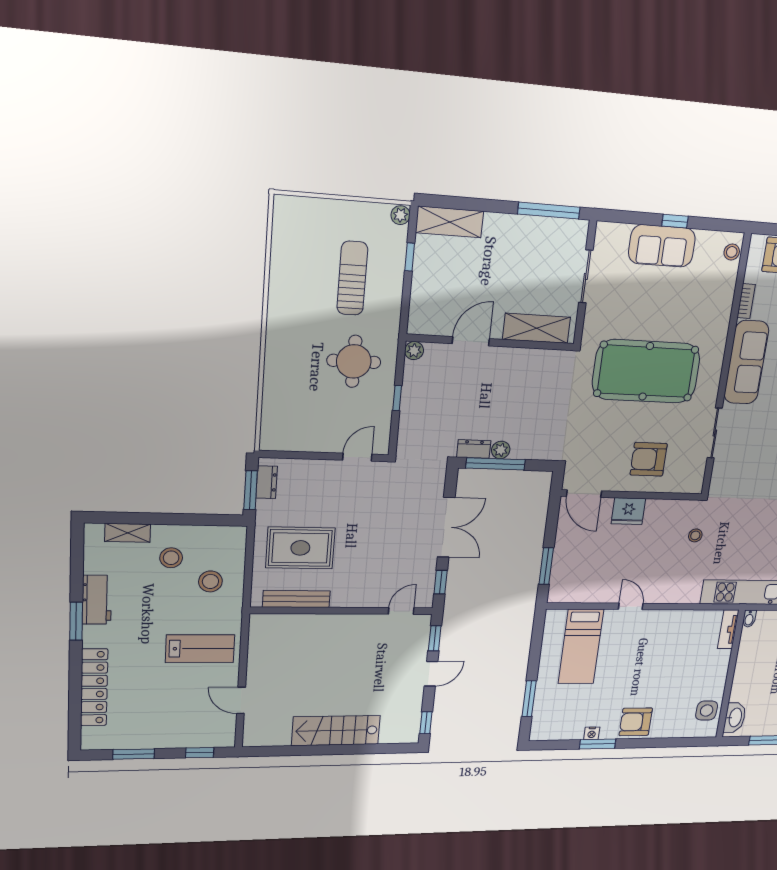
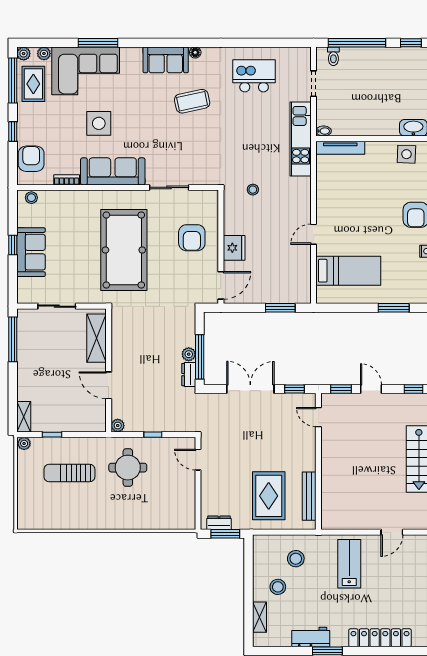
shelving: (450, 222) -> (24, 417), width x0.67, depth x0.75
tv unit: (728, 629) -> (340, 148), width x1.41

